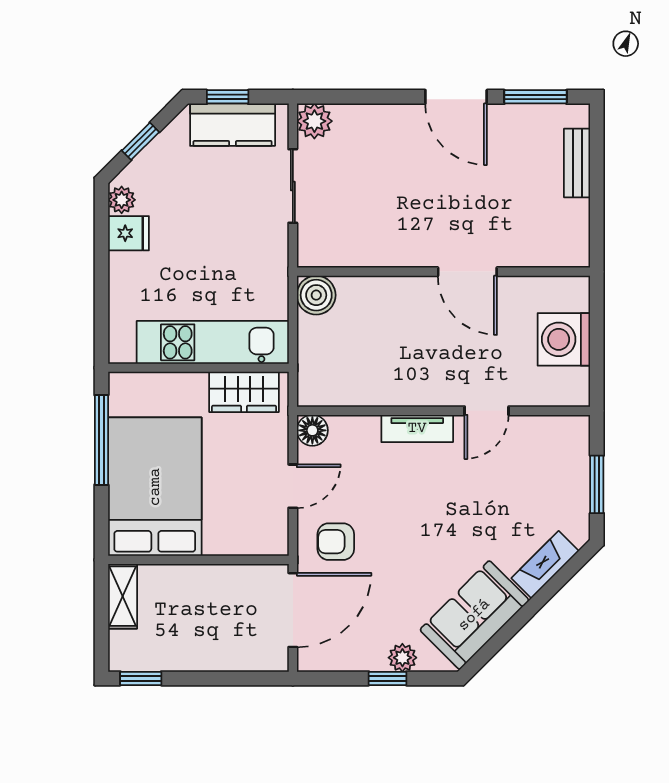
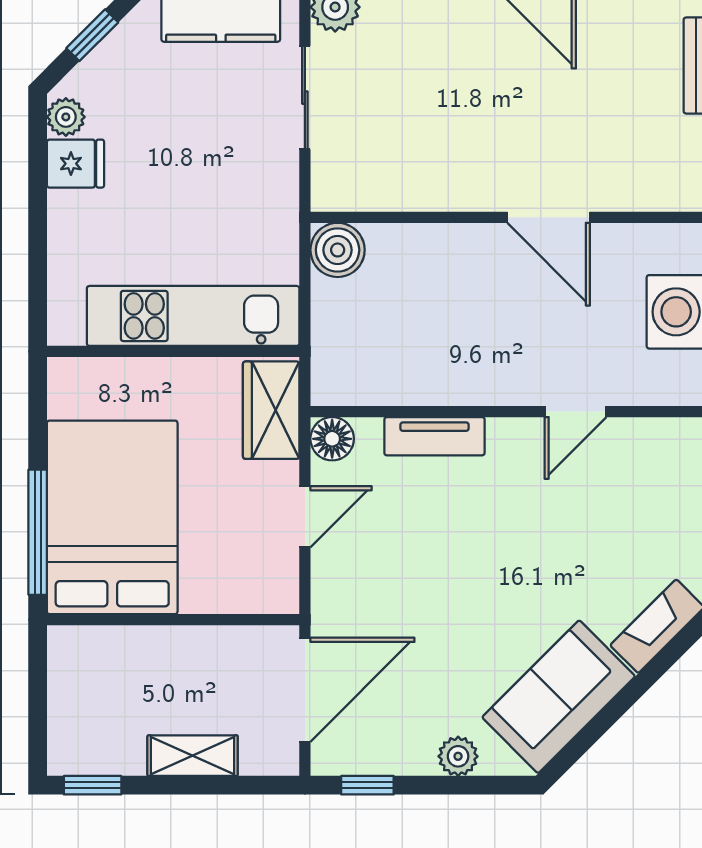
wardrobe: (244, 392) -> (271, 410), moved, turned 90
tv unit: (417, 428) -> (434, 436), moved
window: (101, 440) -> (38, 532), moved
armchair: (336, 542) -> (365, 594), removed
shelving: (123, 596) -> (193, 756), moved, turned 90
window: (388, 678) -> (367, 785), moved

